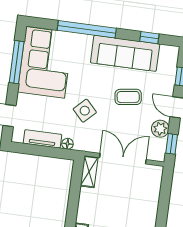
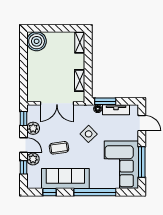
plant: (166, 86) -> (33, 159), added
window: (56, 153) -> (105, 101), added
shelving: (89, 172) -> (80, 81), moved

